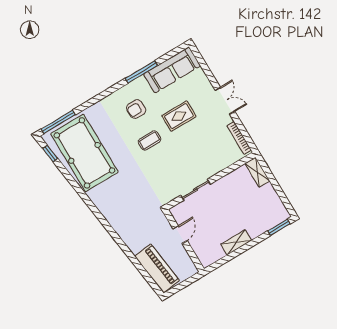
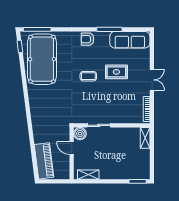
armchair: (136, 109) -> (88, 39), moved
boiler: (180, 212) -> (80, 134), added
door: (180, 235) -> (72, 148), swing flipped
shelving: (236, 242) -> (88, 175), moved

